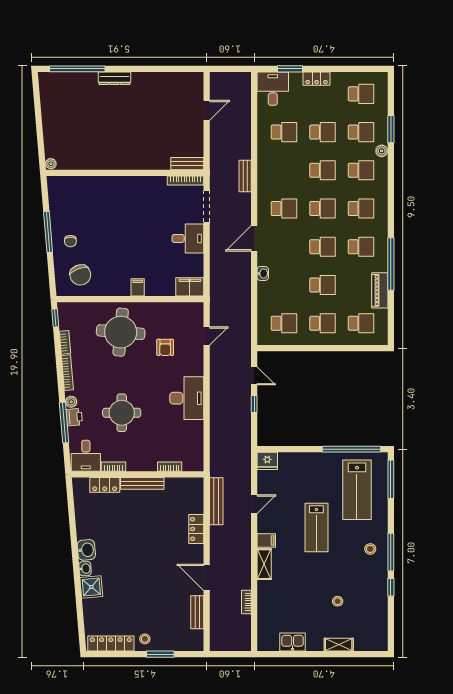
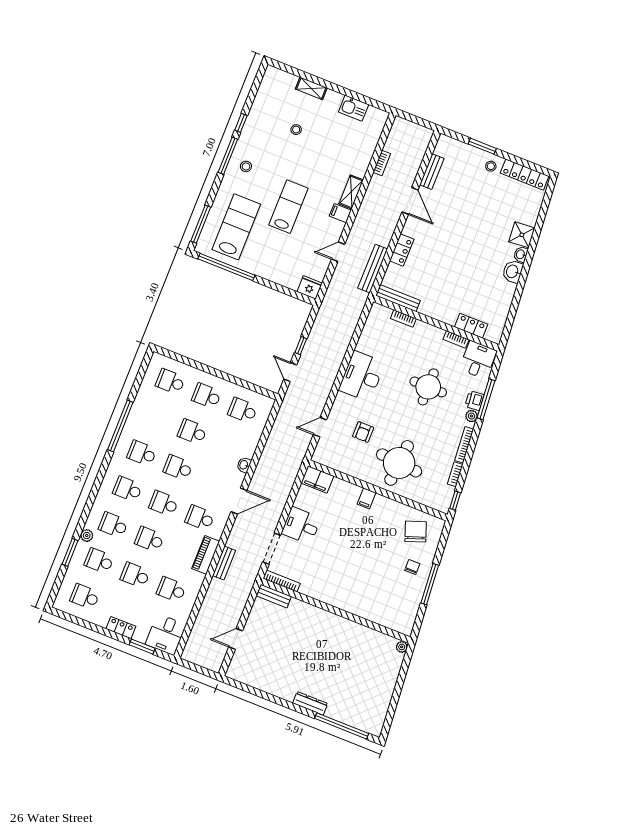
piano: (380, 290) -> (206, 555), moved, turned 180
armchair: (165, 347) -> (363, 432), turned 180
bench: (142, 483) -> (398, 298), moved

